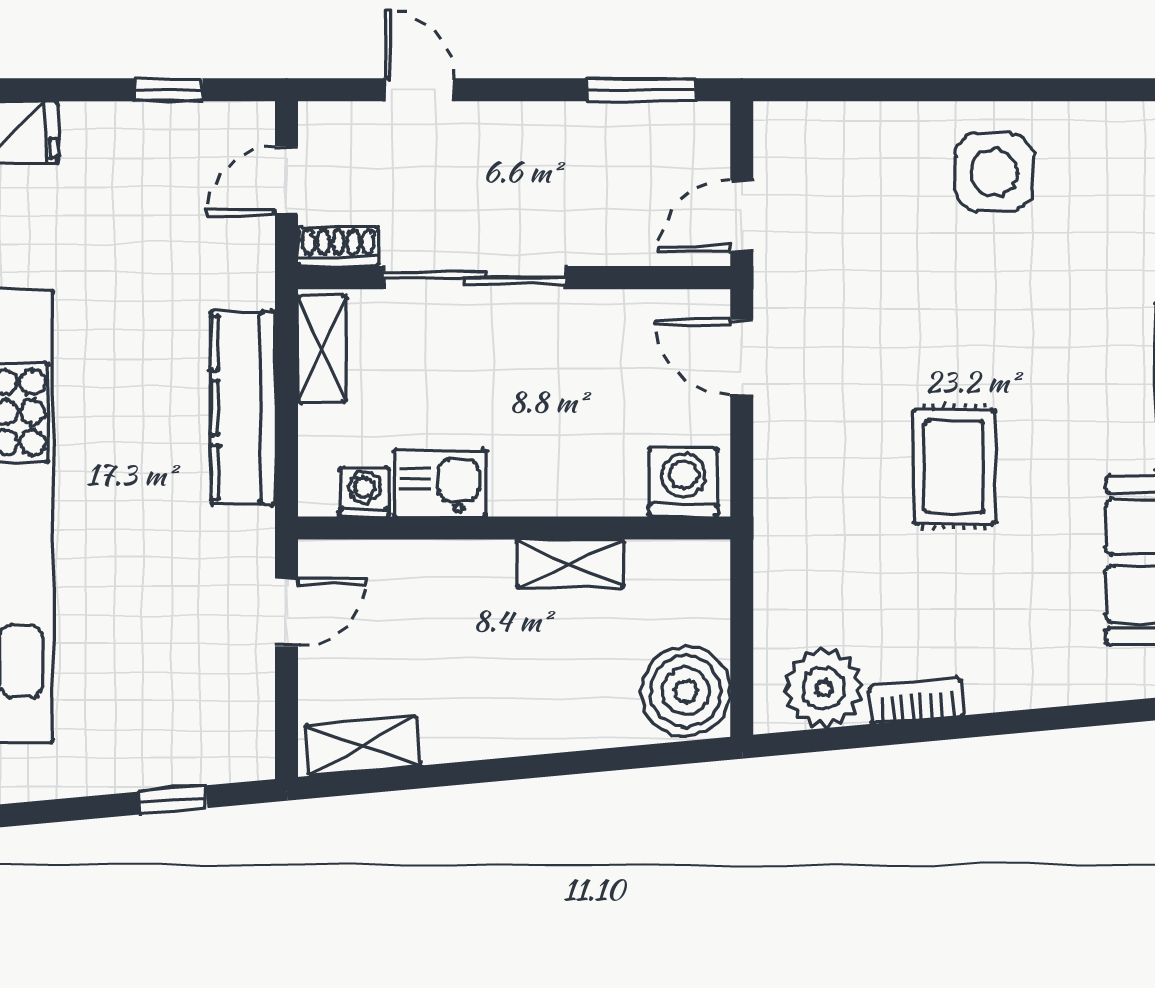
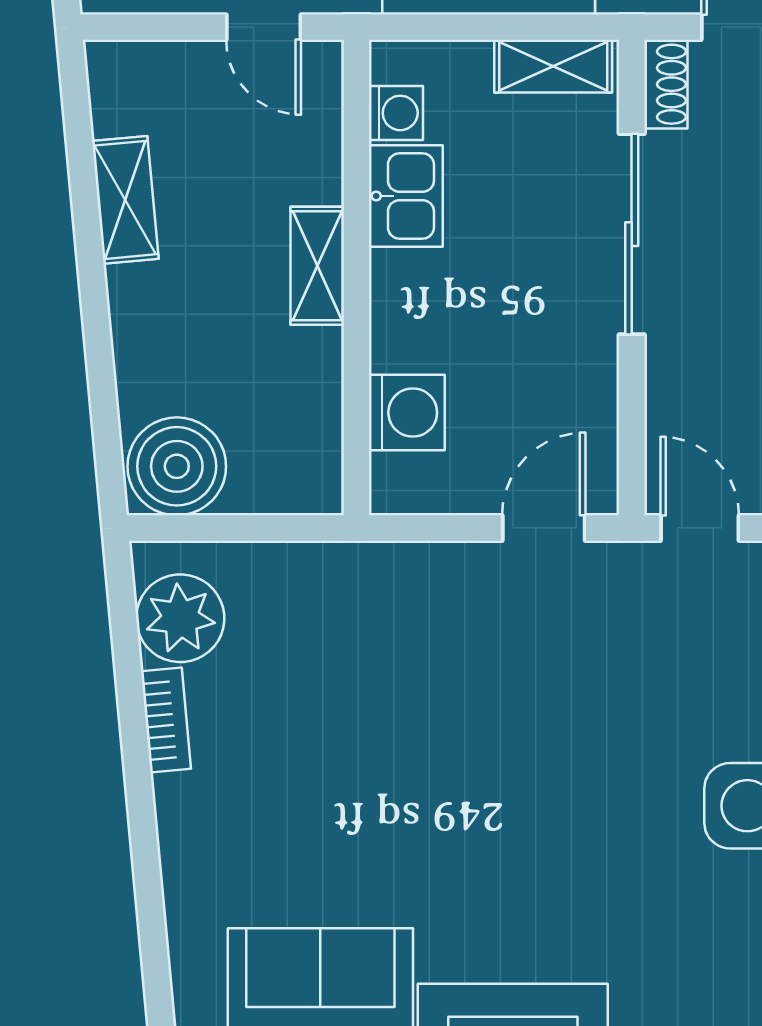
rug: (954, 467) -> (424, 761), removed
washing machine: (684, 482) -> (407, 413), moved
shelving: (570, 564) -> (317, 266), moved
shelving: (363, 745) -> (125, 200), moved

